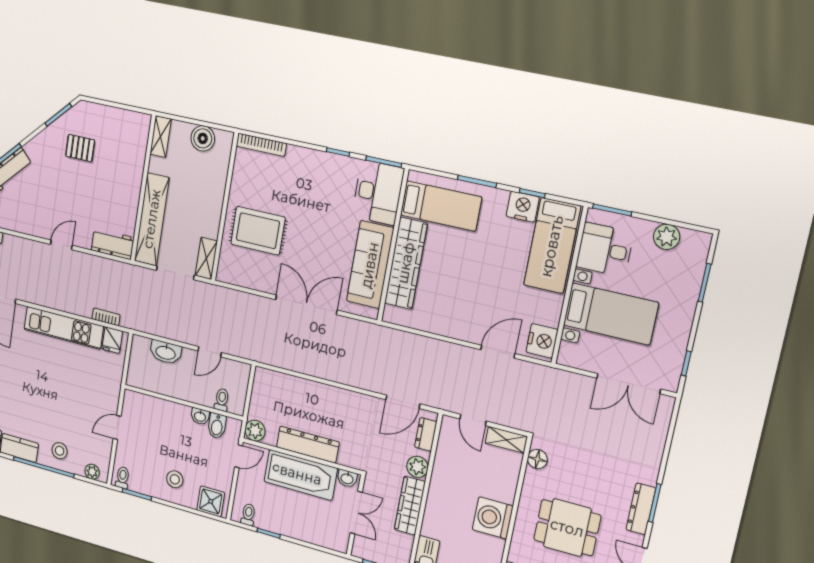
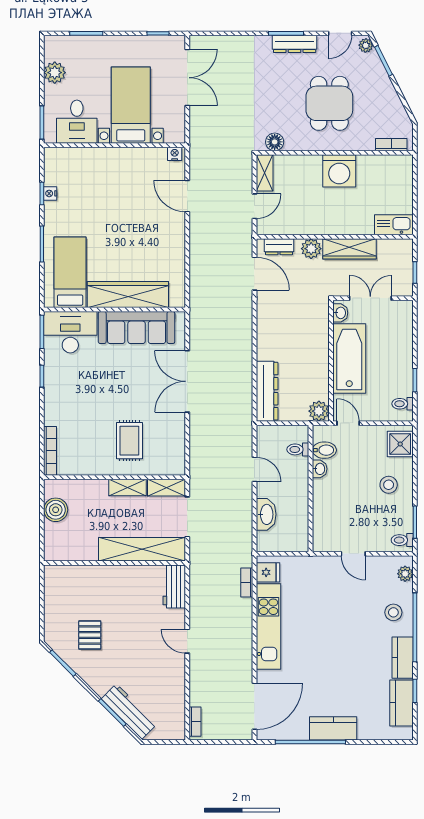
shelving: (161, 137) -> (127, 487), moved
nightstand: (523, 207) -> (50, 193), width x0.53, depth x0.56
rug: (258, 231) -> (129, 441), width x0.73, depth x0.70
bed: (552, 246) -> (83, 167), removed
nightstand: (542, 341) -> (175, 154), width x0.53, depth x0.56
dresser: (308, 445) -> (267, 391), moved, turned 180

